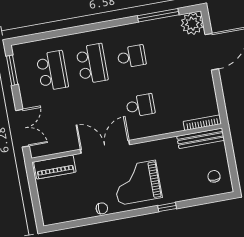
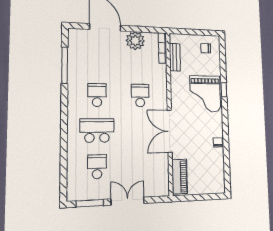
plant: (192, 24) -> (135, 41), moved
school desk: (52, 71) -> (97, 167), width x0.54
double door: (23, 128) -> (128, 201), moved
bench: (201, 138) -> (175, 57), width x0.73
grand piano: (137, 183) -> (205, 94), moved

